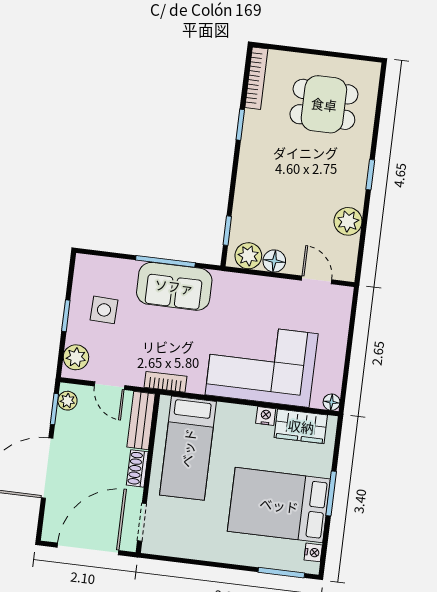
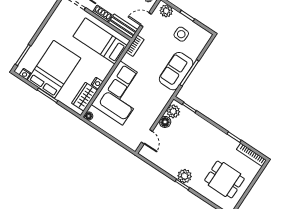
dining table: (324, 104) -> (224, 179), turned 90
plant: (348, 221) -> (185, 176), moved
door: (317, 280) -> (147, 137), hinge flipped

